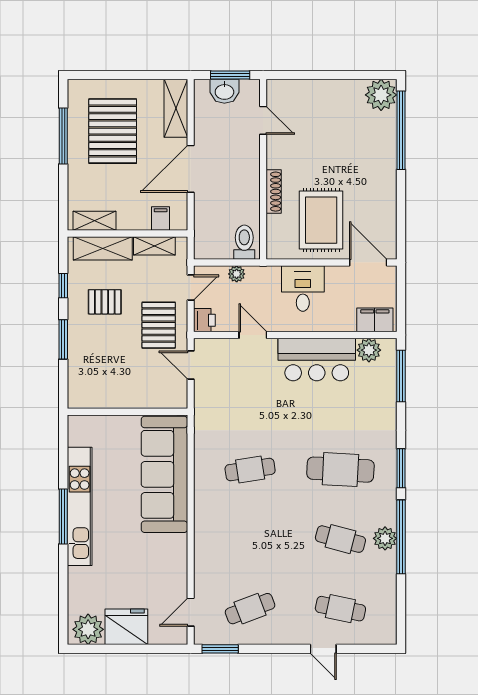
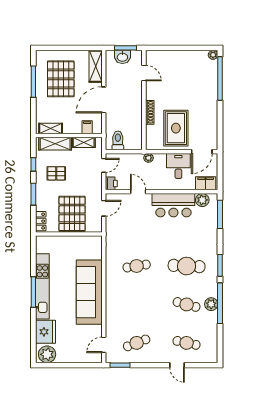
plant: (381, 95) -> (213, 55), width x0.53, depth x0.53
toilet: (244, 242) -> (118, 140), moved
door: (368, 262) -> (202, 152), swing flipped
plant: (237, 274) -> (149, 158), moved
desk: (303, 288) -> (178, 166), moved
pallet: (159, 325) -> (72, 214), moved, width x1.37, depth x1.41
door: (191, 365) -> (104, 208), swing flipped
locker: (77, 388) -> (41, 221), added
sofa: (164, 474) -> (89, 292), moved
fridge: (126, 627) -> (46, 332), moved, turned 90

